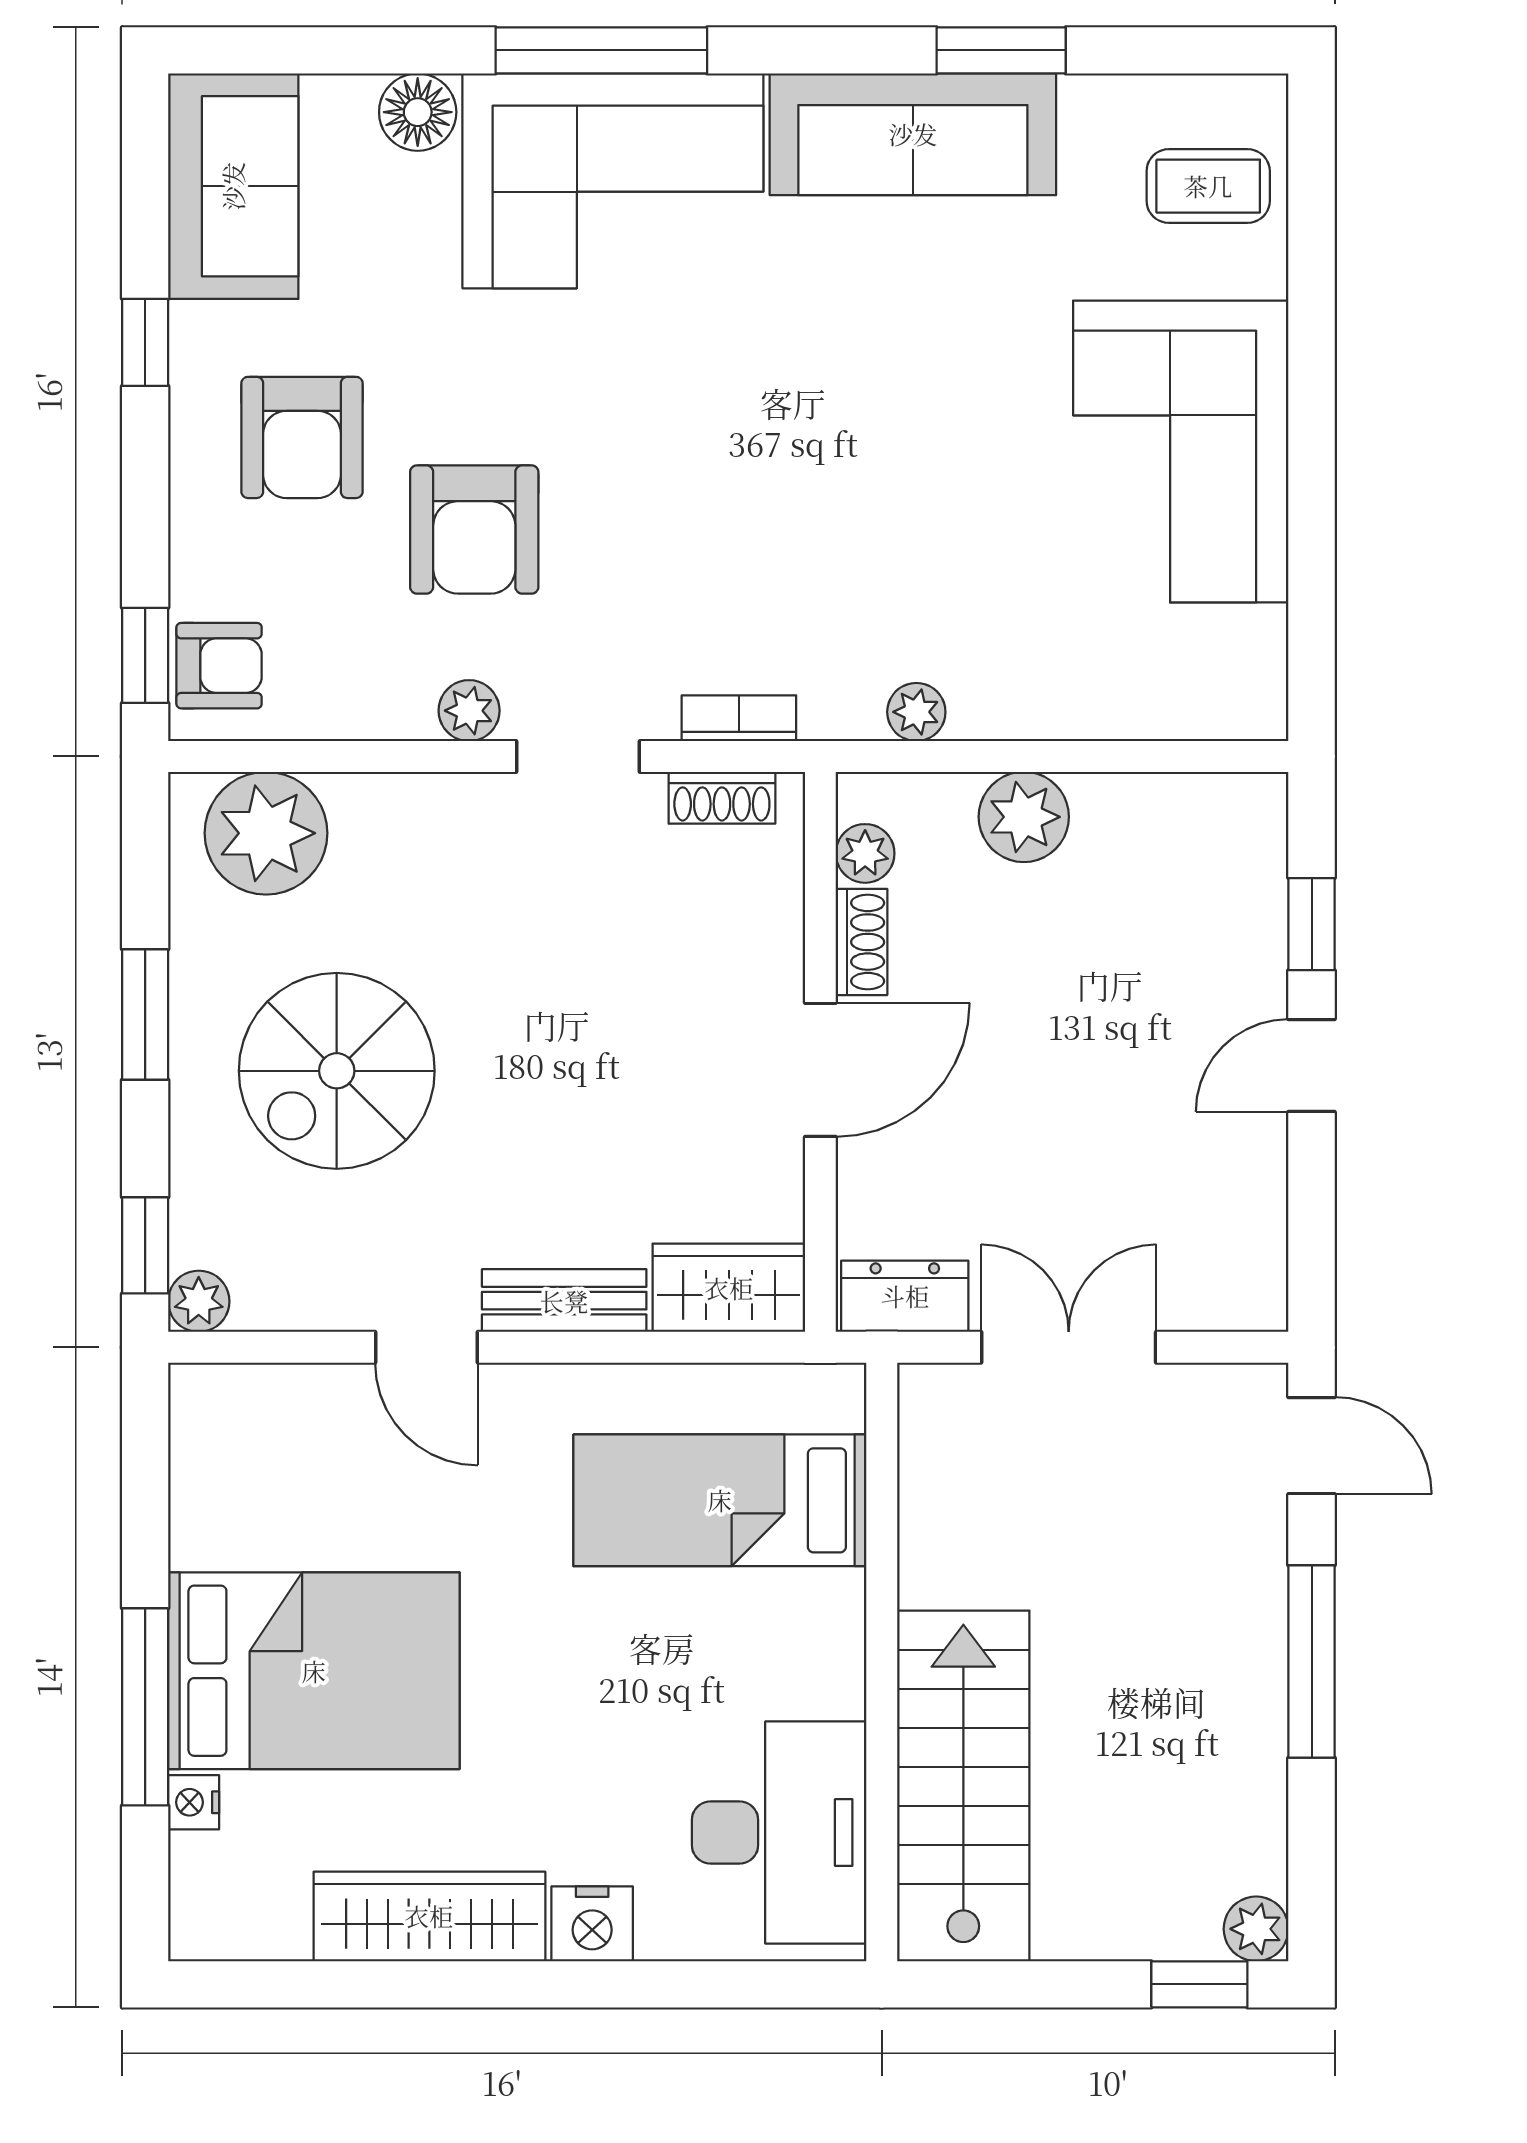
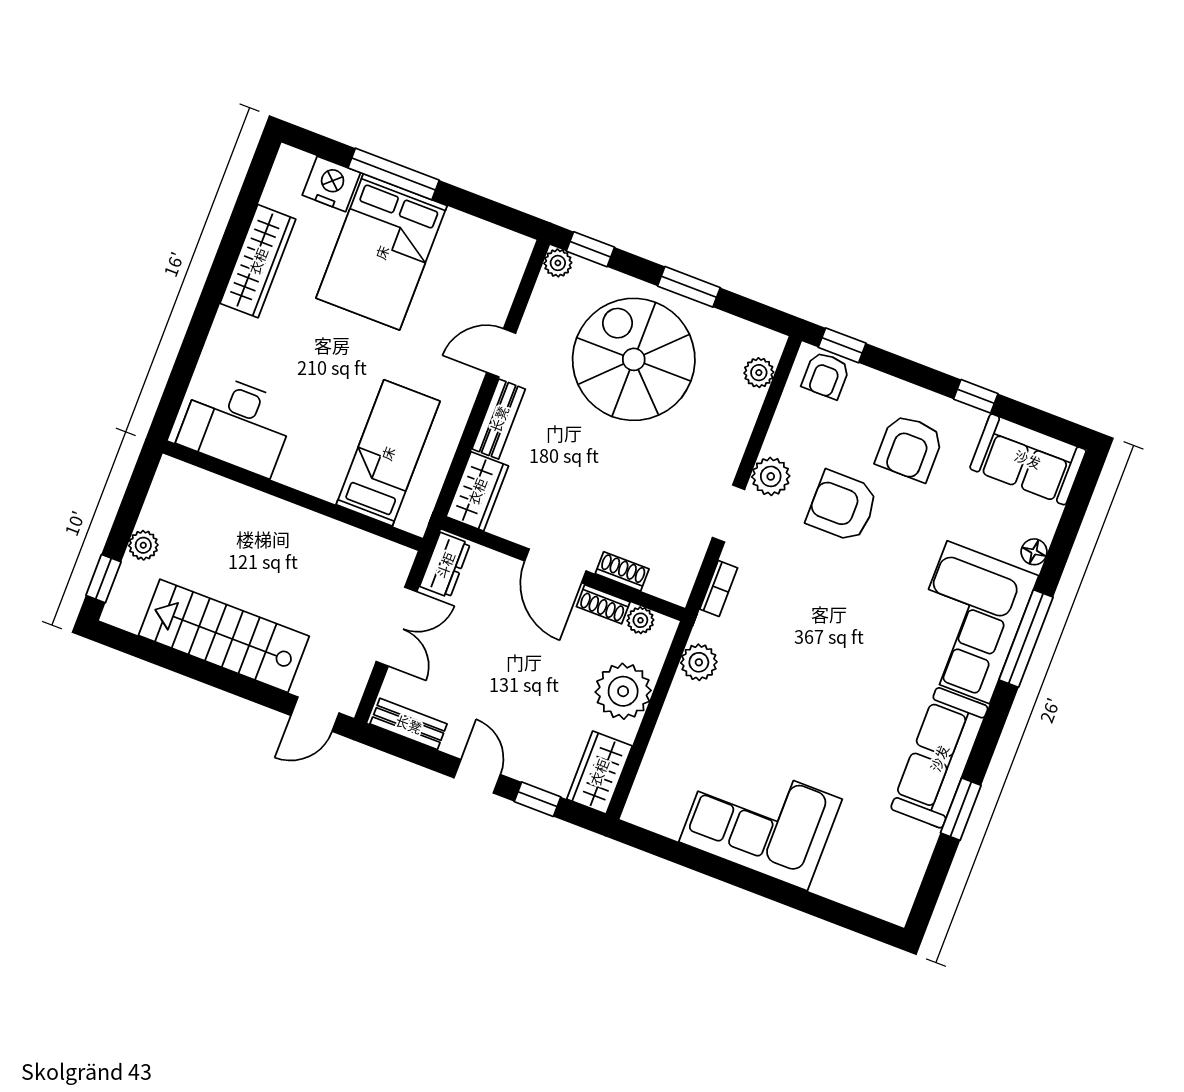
floor lamp: (418, 112) -> (1034, 552), width x0.73, depth x0.73
coffee table: (1208, 186) -> (869, 875), removed
armchair: (302, 437) -> (910, 448), turned -90
plant: (469, 711) -> (771, 476), width x1.38, depth x1.38
plant: (916, 712) -> (699, 662), width x1.38, depth x1.38
shoe rack: (722, 798) -> (622, 571), moved, turned 90
plant: (1024, 817) -> (623, 691), width x1.36, depth x1.36
wardrobe: (1208, 818) -> (599, 772), added
plant: (266, 833) -> (759, 373), width x0.53, depth x0.53
spiral stairs: (337, 1071) -> (634, 359), width x1.37, depth x1.37
bench: (1258, 1247) -> (409, 724), added
window: (1312, 1662) -> (223, 679), removed
stairs: (963, 1786) -> (224, 636), moved, turned 180
nightstand: (194, 1802) -> (331, 184), width x1.89, depth x1.79
nightstand: (592, 1924) -> (228, 329), removed
plant: (1256, 1929) -> (143, 545), moved

